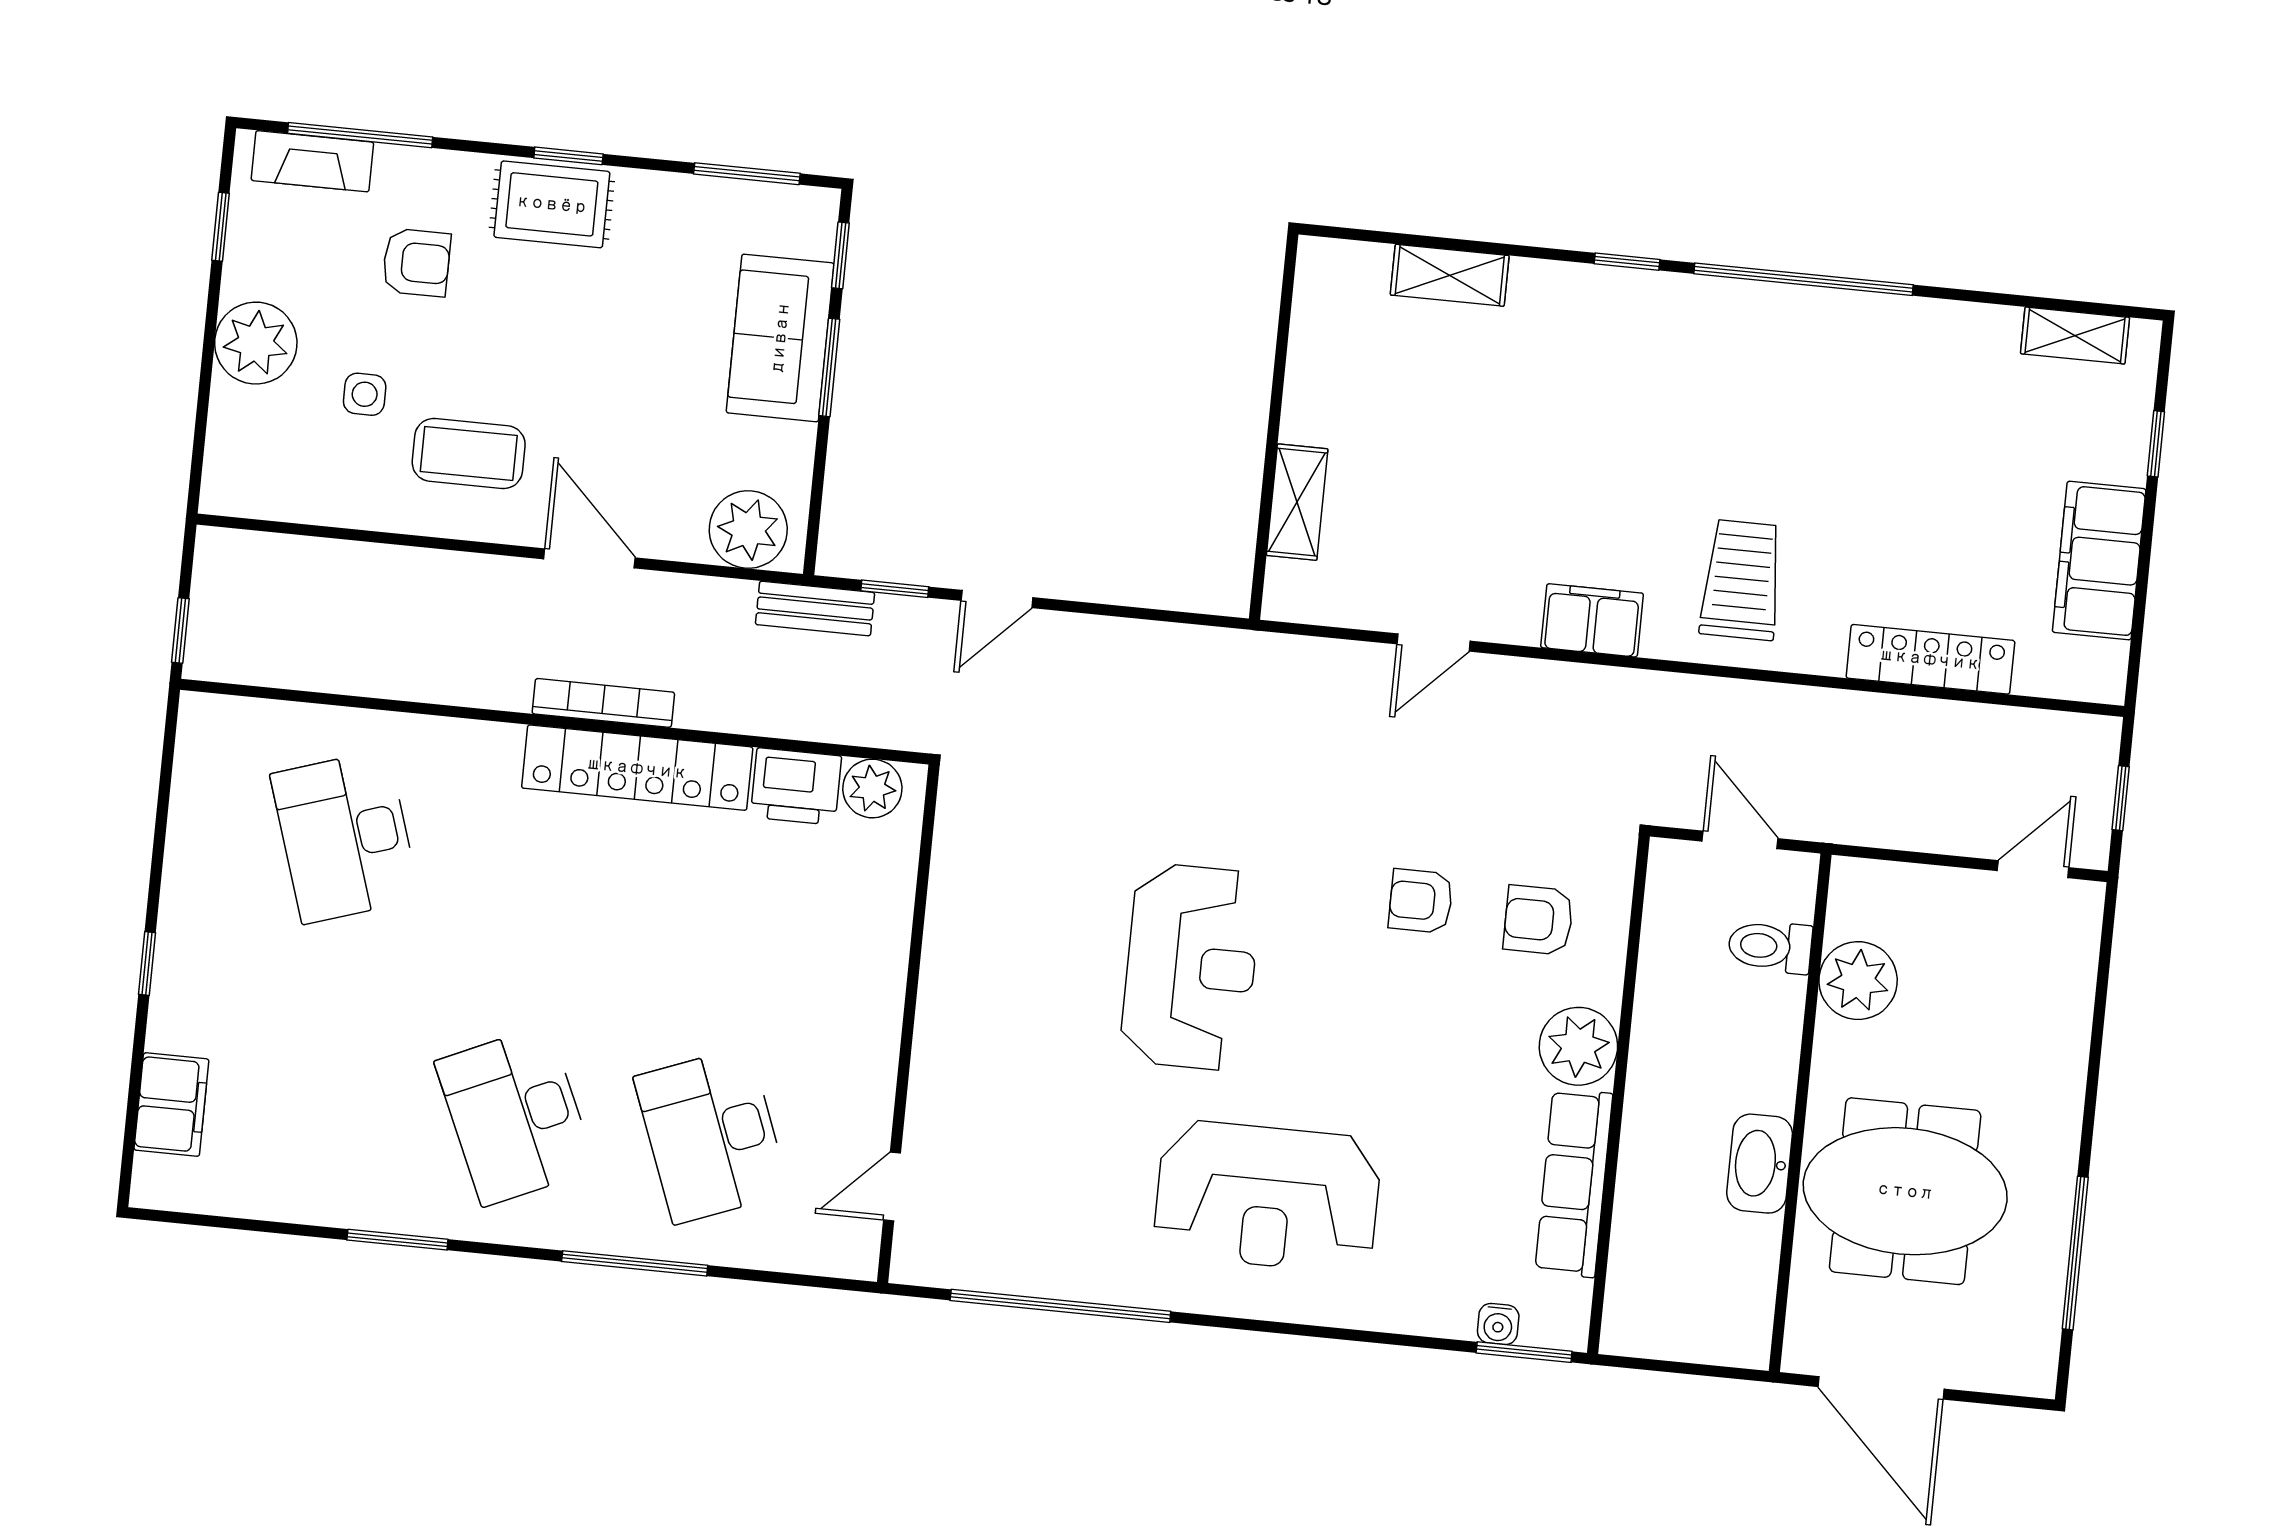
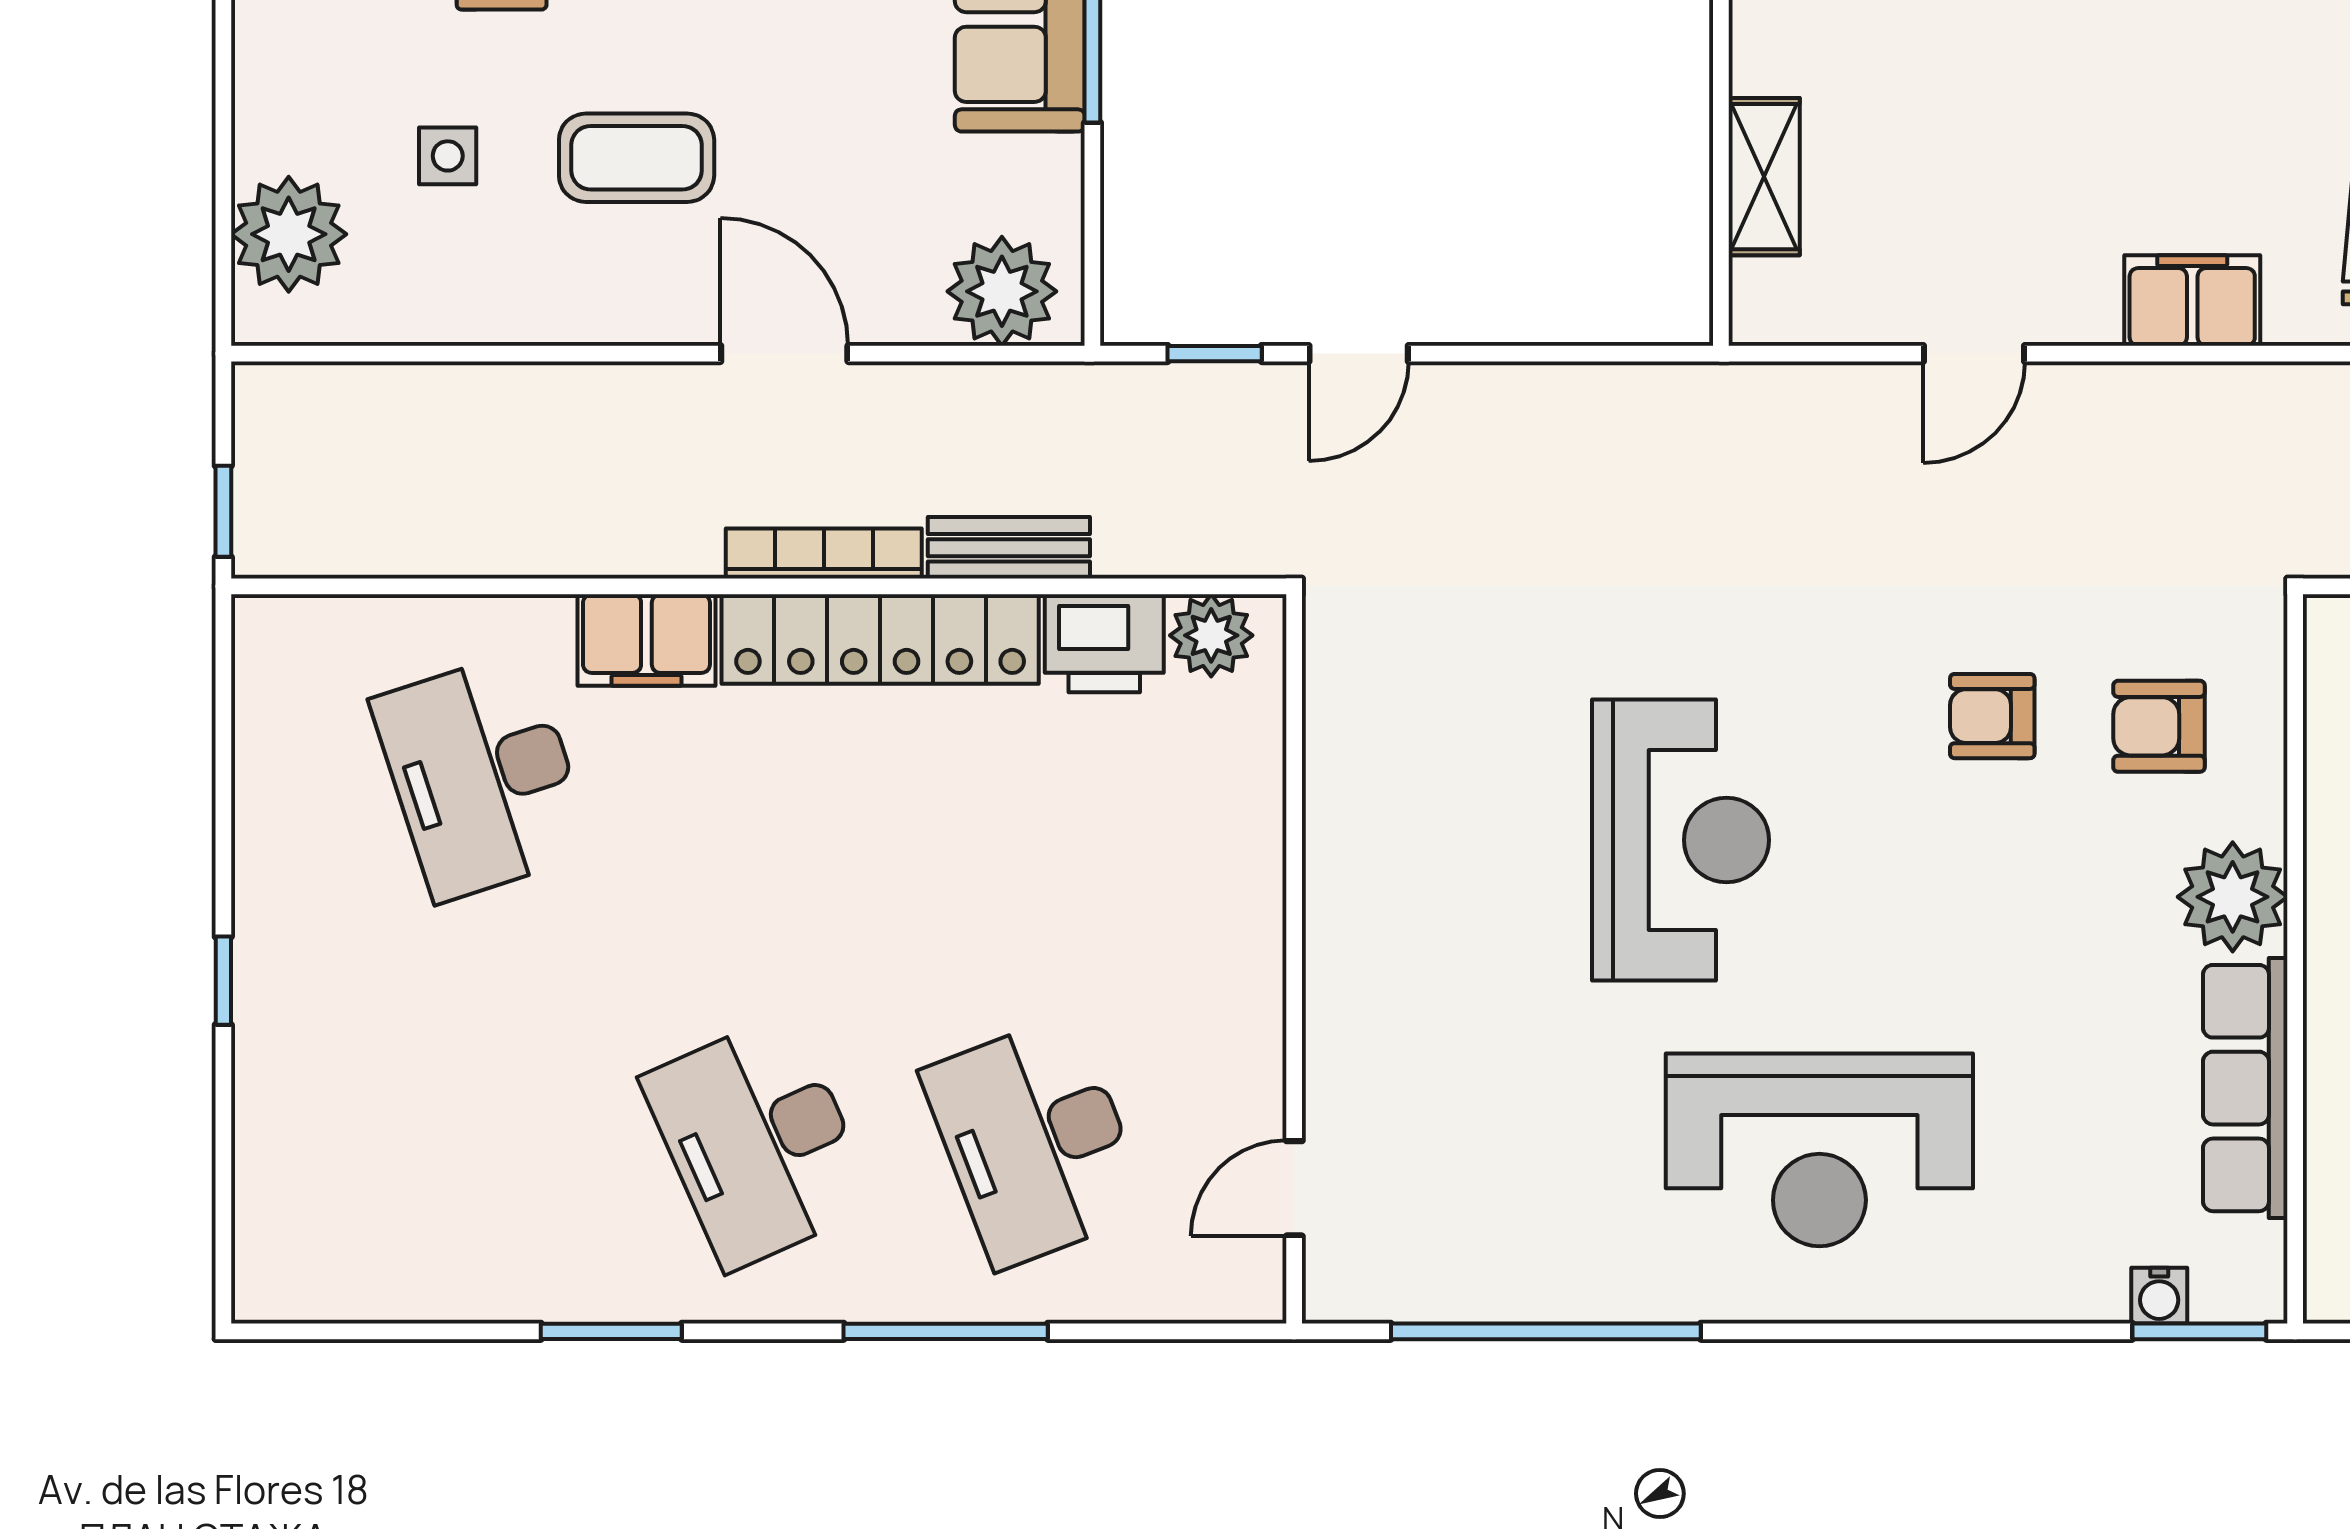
plant: (256, 343) -> (289, 234), moved
coffee table: (469, 453) -> (637, 158), moved
bench: (815, 609) -> (1009, 548), moved
filing cabinet: (171, 1105) -> (646, 640), moved, turned 90

